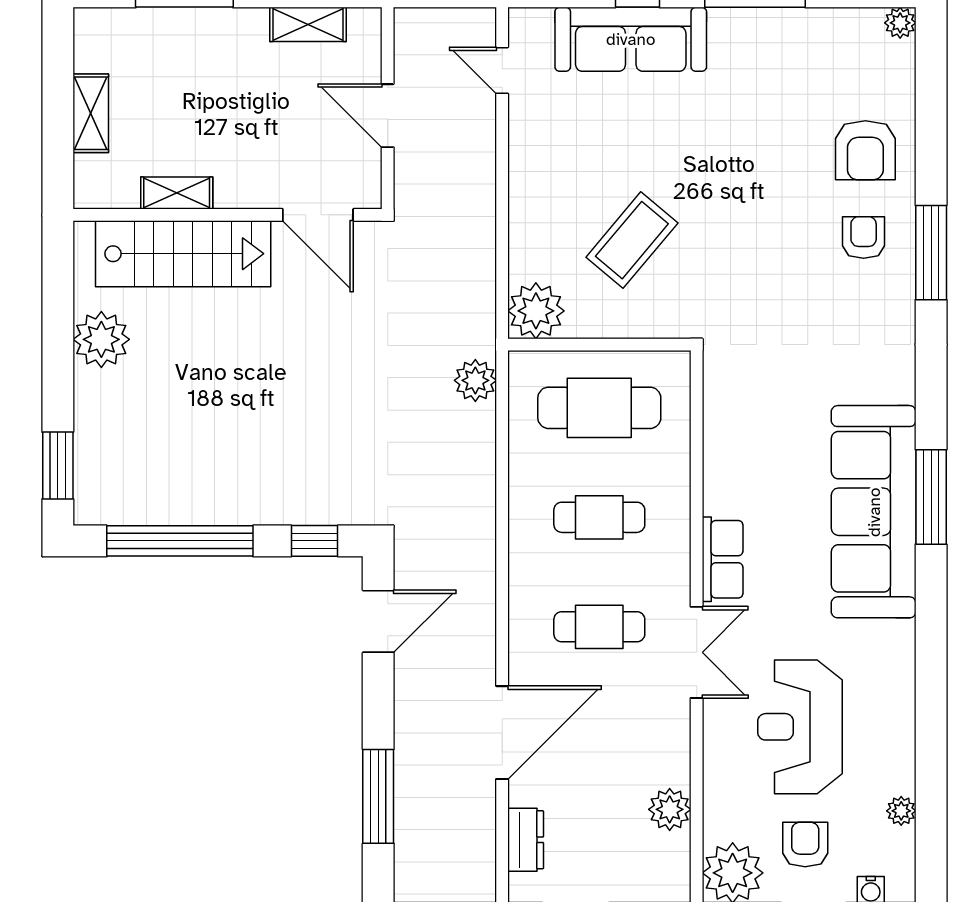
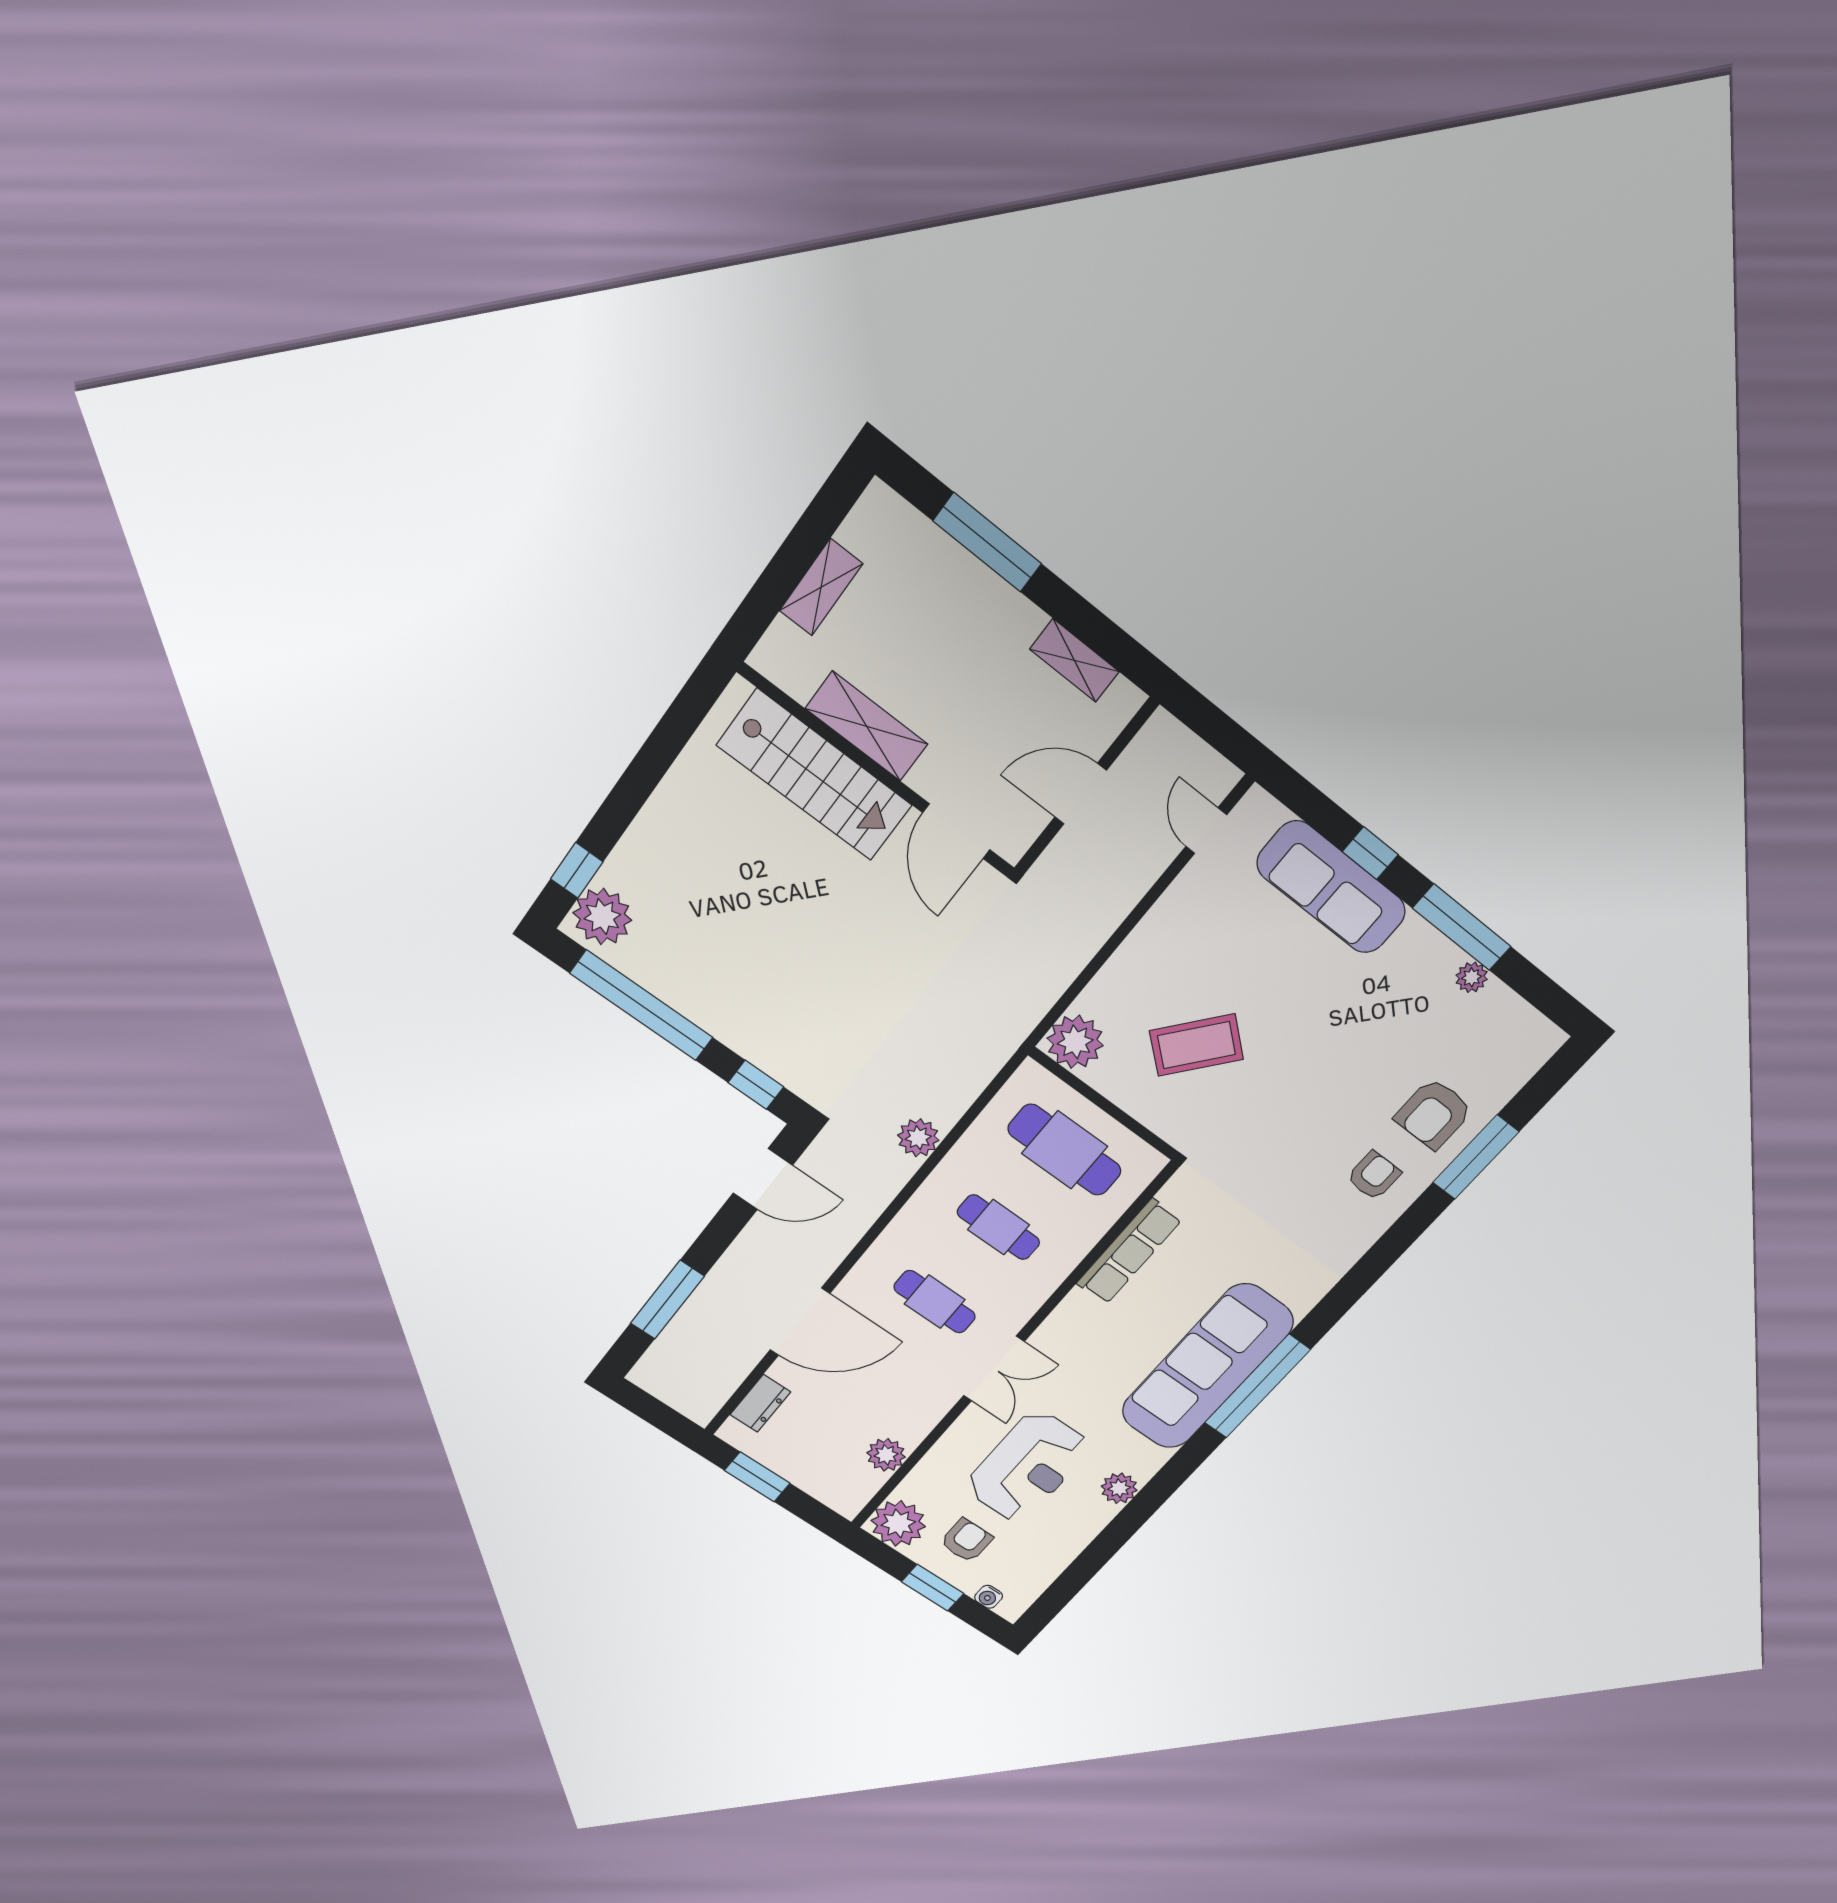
plant: (900, 23) -> (1472, 977), moved
door: (388, 116) -> (1081, 794), hinge flipped
shelving: (177, 193) -> (867, 726), width x1.50, depth x1.33
window: (931, 253) -> (1476, 1157), moved
plant: (101, 339) -> (602, 917), moved
plant: (475, 380) -> (918, 1138), moved
window: (58, 466) -> (577, 870), width x0.67
window: (931, 497) -> (1257, 1386), width x1.46
row of seats: (723, 559) -> (1129, 1252), moved, width x1.48
reception desk: (800, 727) -> (1028, 1467), turned 180
plant: (901, 811) -> (1119, 1488), moved, width x1.38, depth x1.38

